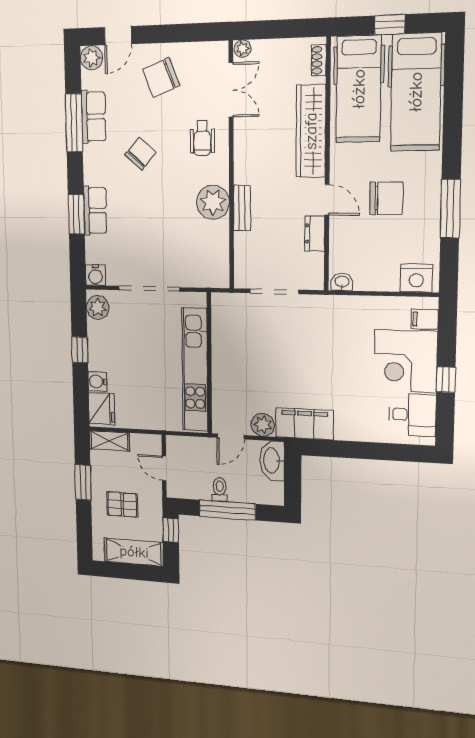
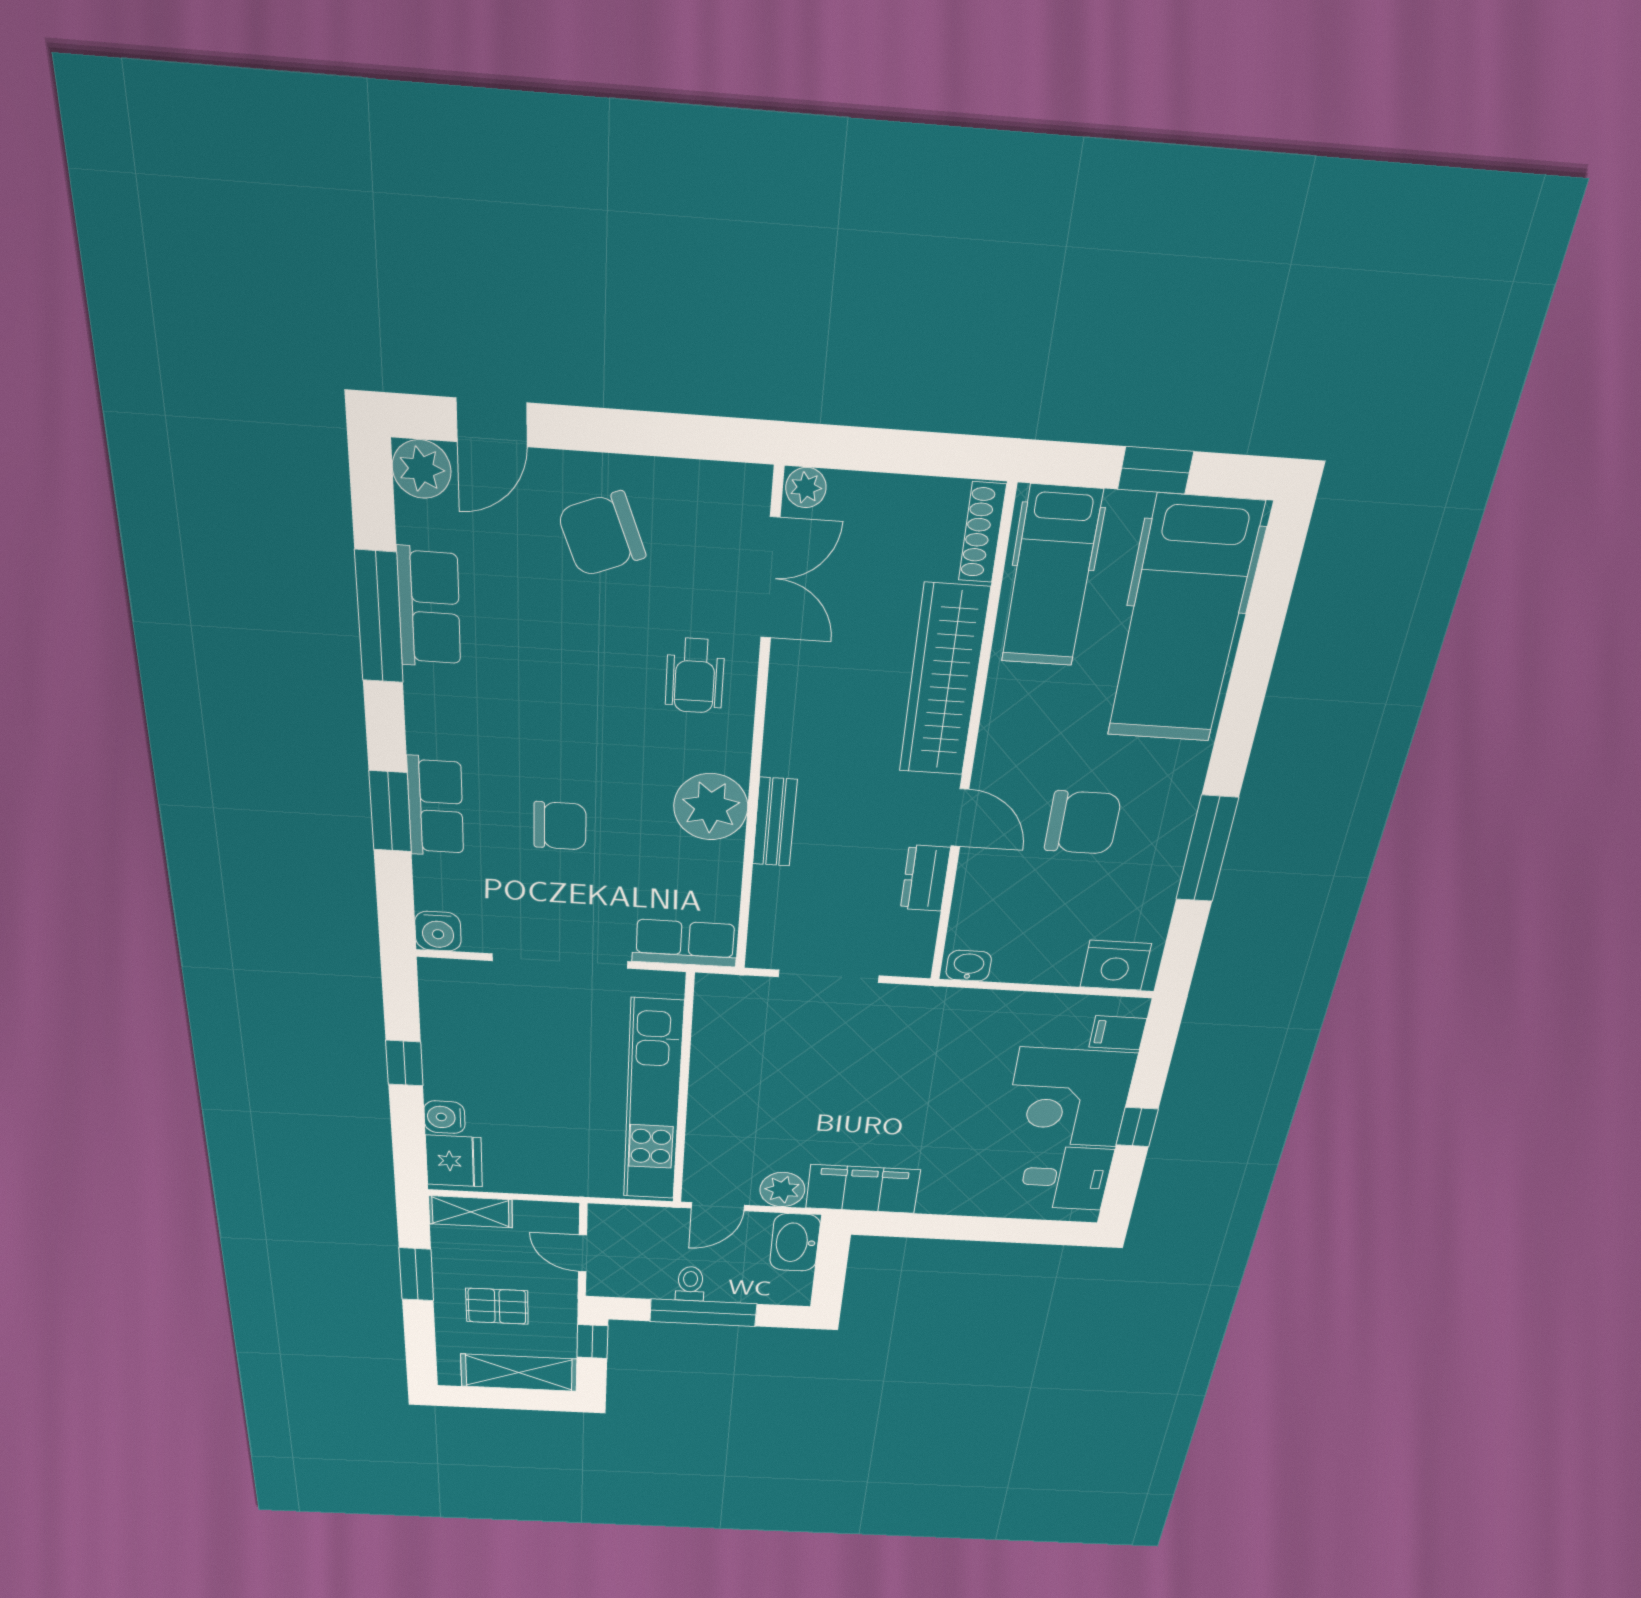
shoe rack: (319, 60) -> (982, 533), width x1.43
hospital bed: (359, 89) -> (1051, 577), width x0.73, depth x0.78
chair: (140, 154) -> (560, 826), moved, turned 49
row of seats: (205, 276) -> (685, 943), added
plant: (98, 307) -> (444, 990), removed

